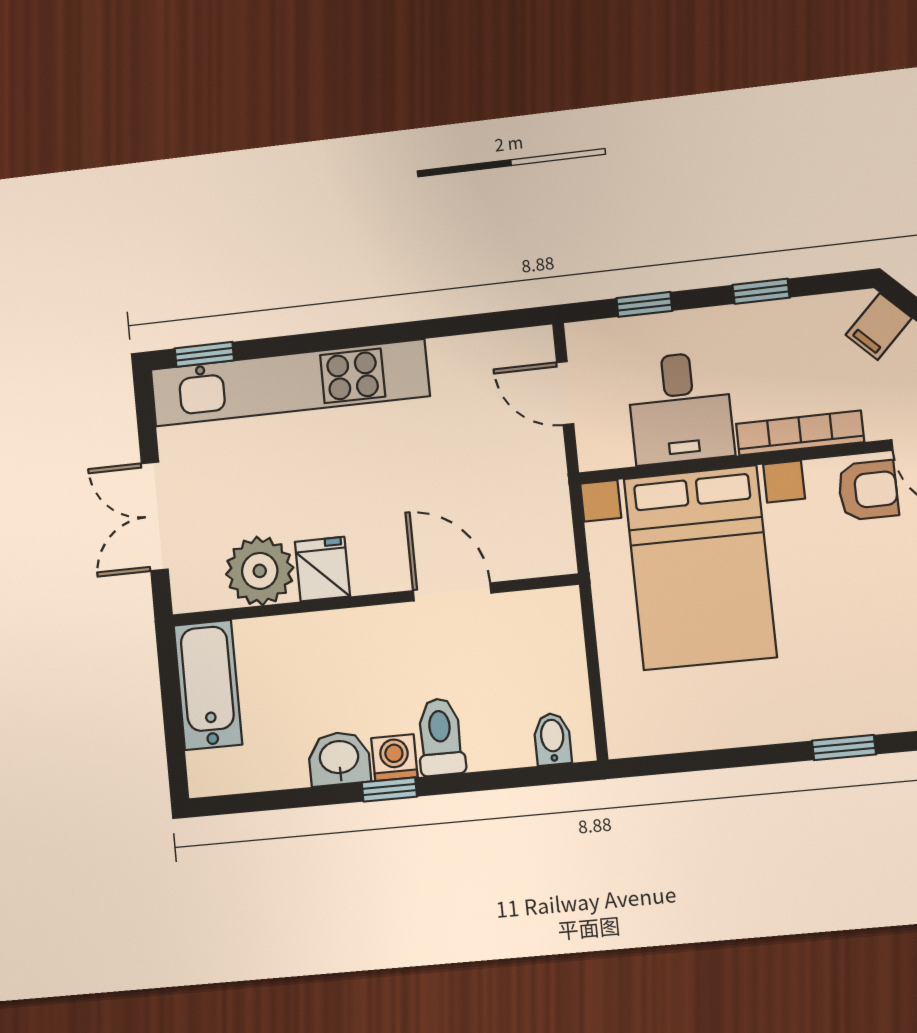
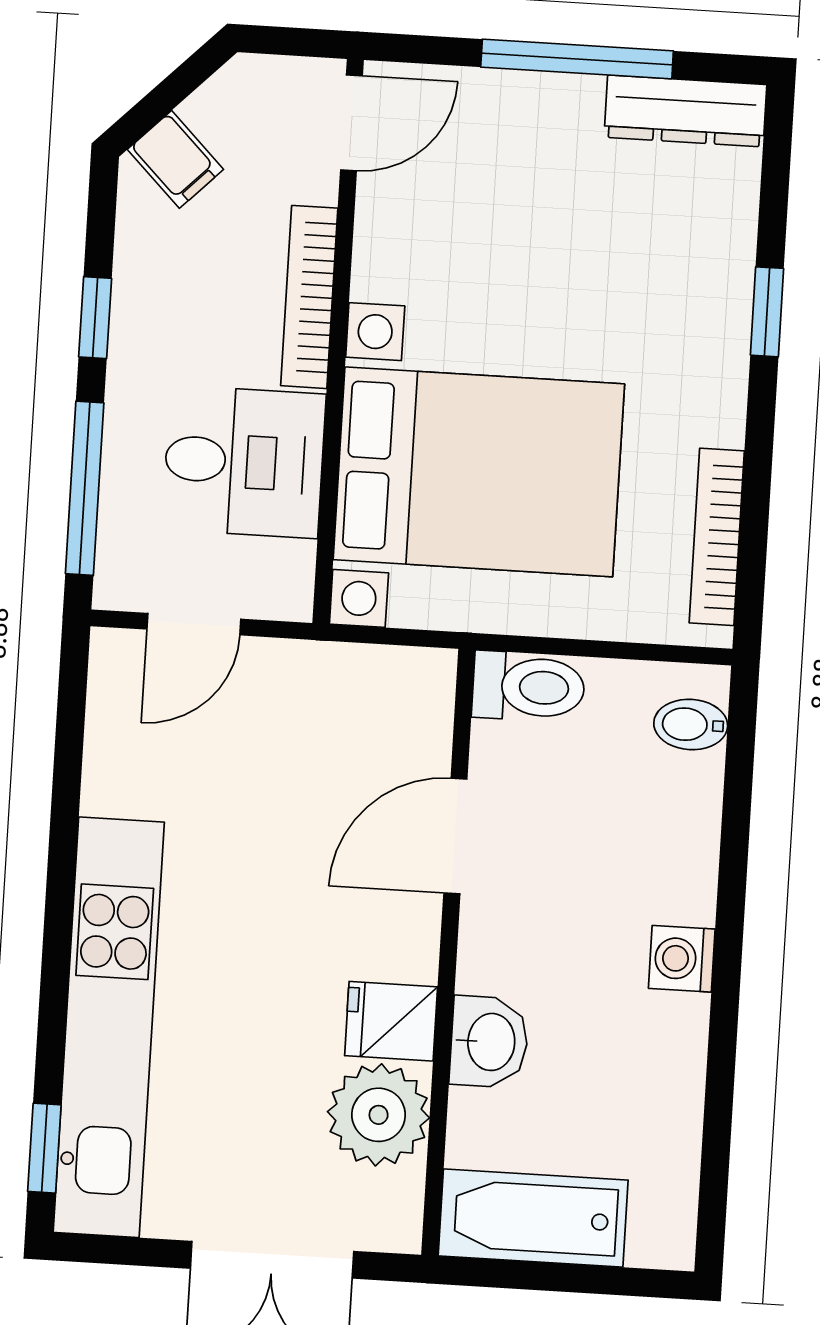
window: (644, 305) -> (85, 488), width x2.17
armchair: (868, 490) -> (407, 215), removed
toilet: (440, 737) -> (529, 687), moved, turned 180
bookcase: (683, 737) -> (717, 537), added
washbasin: (339, 759) -> (489, 1042), moved, turned 180
window: (389, 789) -> (727, 974), removed

